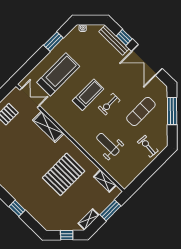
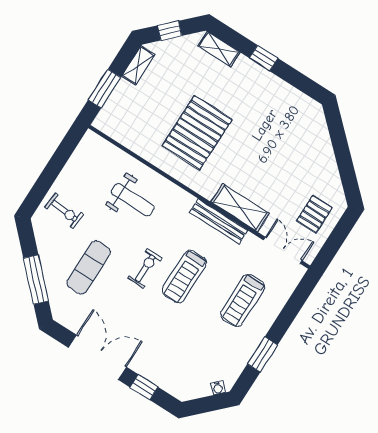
bench: (114, 40) -> (219, 221), moved
treadmill: (58, 74) -> (243, 300), width x0.73, depth x0.73
double door: (30, 98) -> (283, 250), swing flipped
shelving: (105, 181) -> (219, 49), moved

